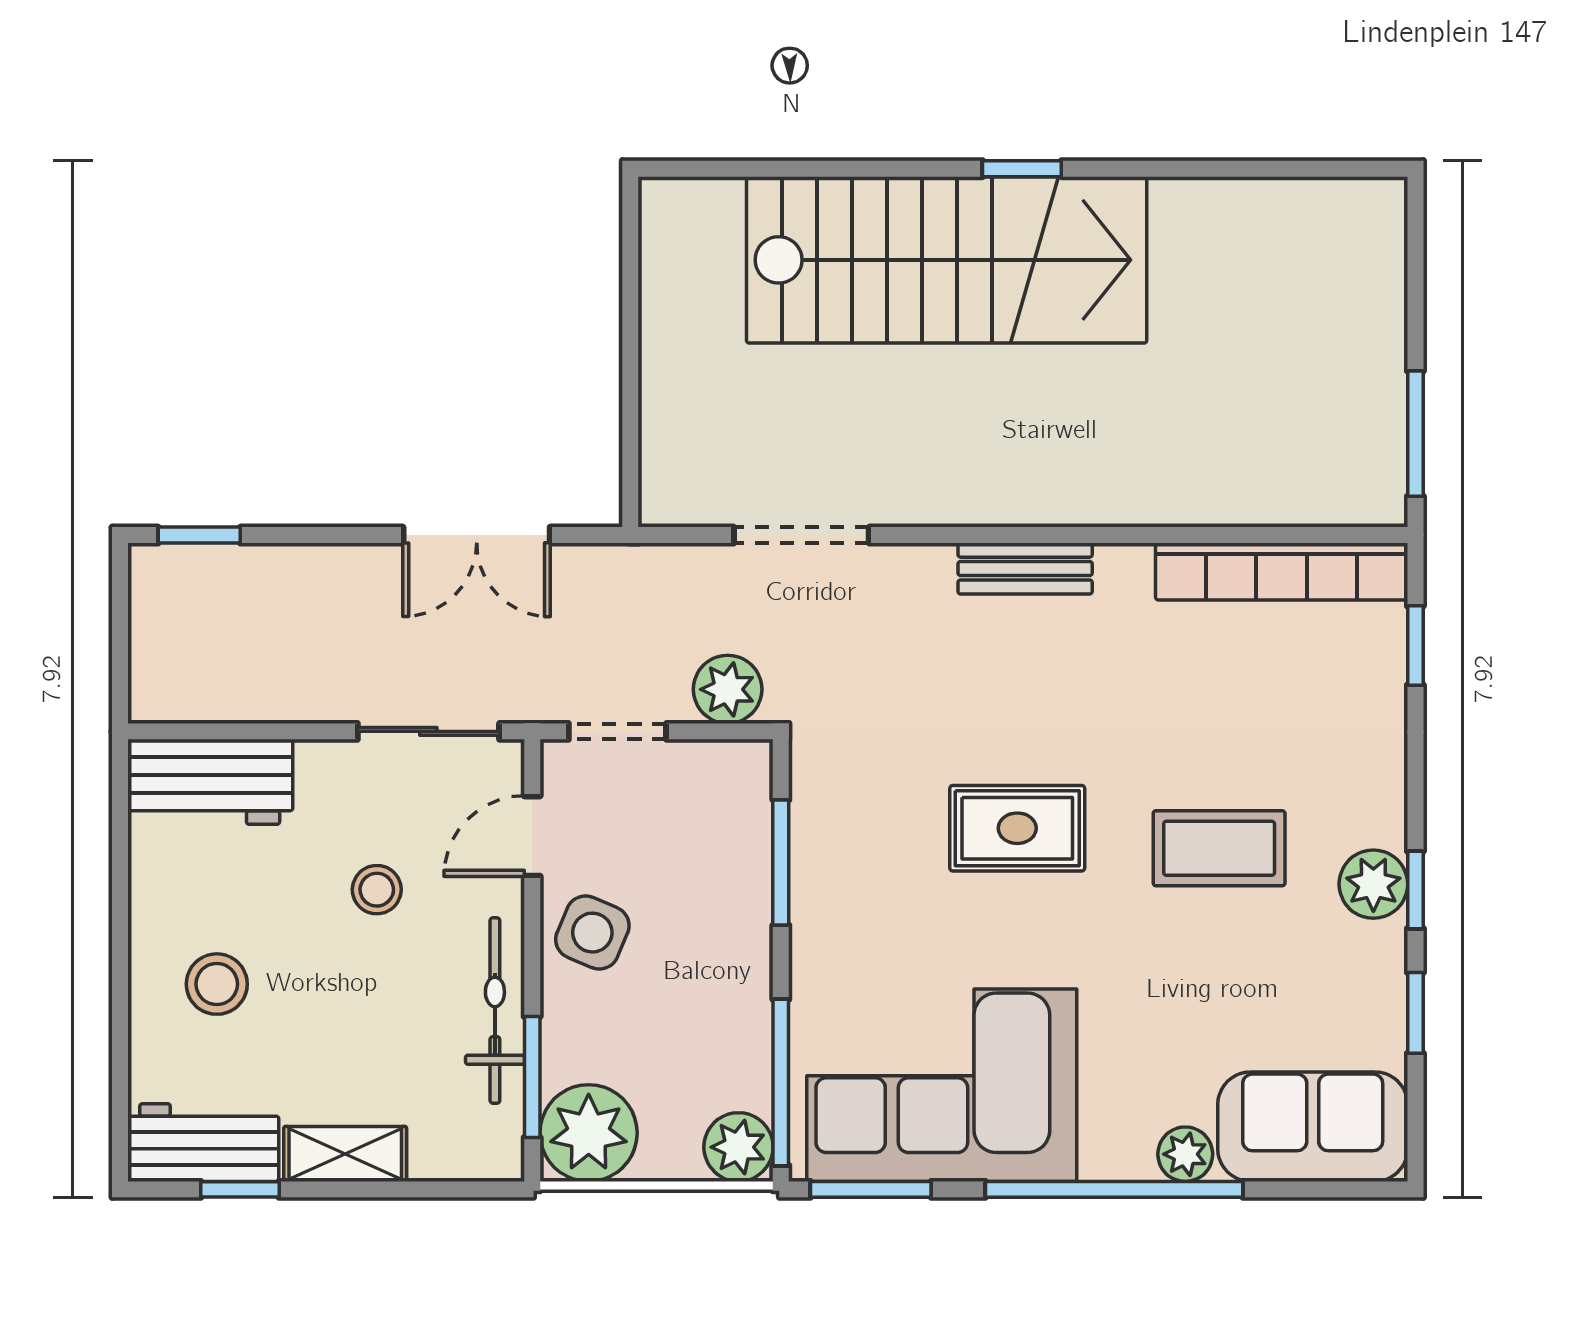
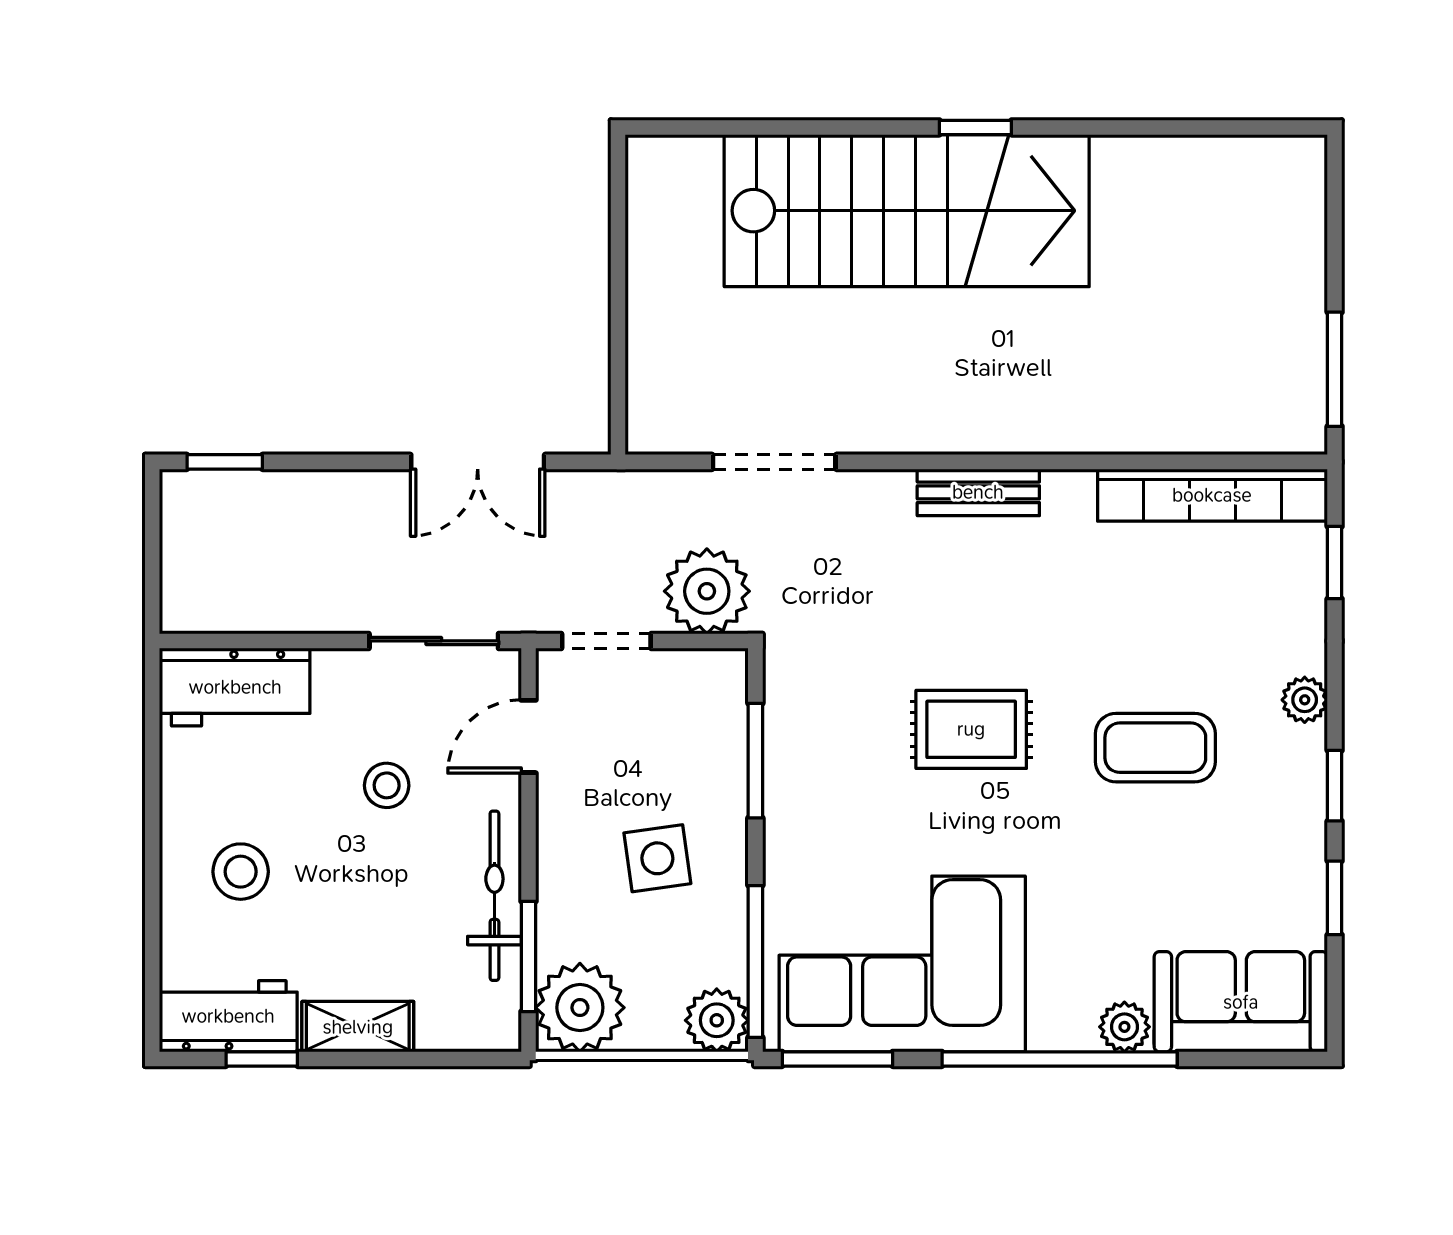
plant: (728, 689) -> (707, 591), width x1.36, depth x1.36
plant: (1373, 884) -> (1305, 700), moved, width x0.73, depth x0.73
side table: (592, 933) -> (657, 858), moved, turned -31

